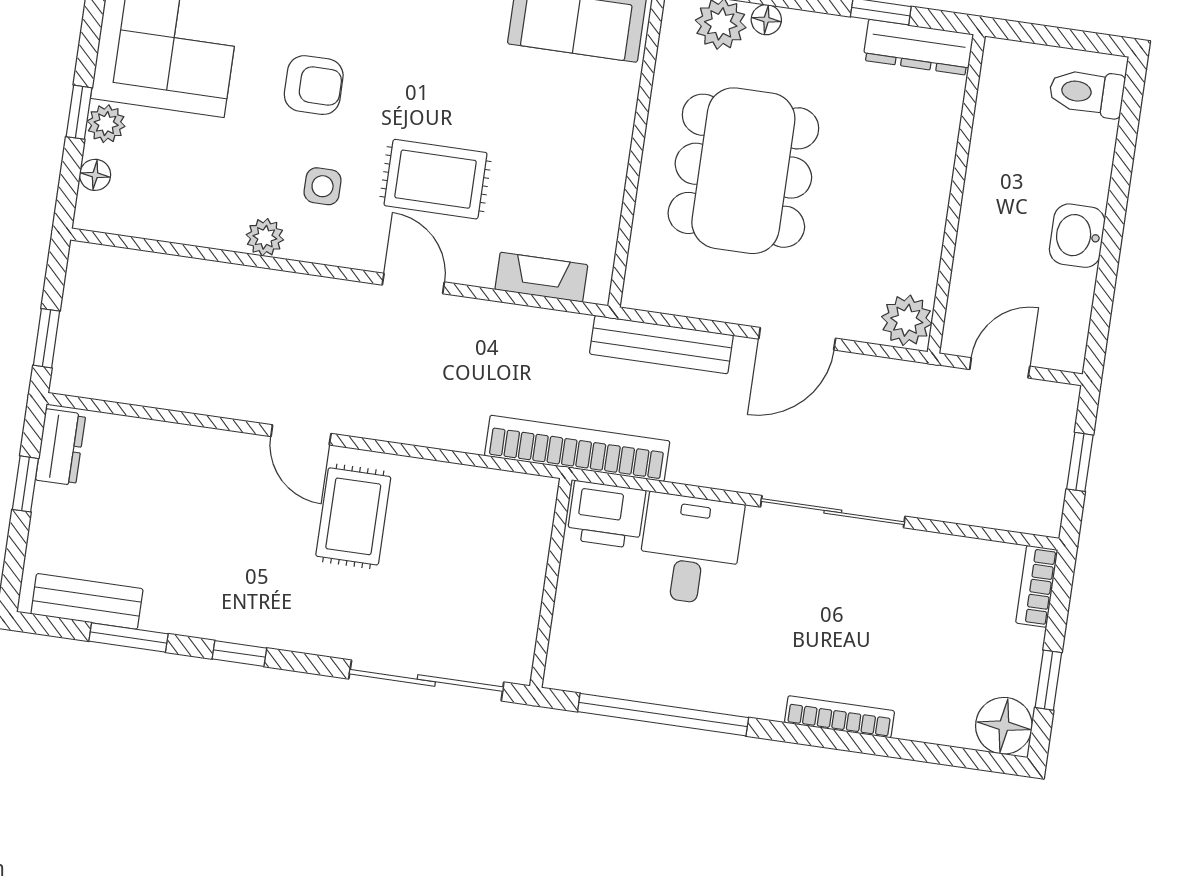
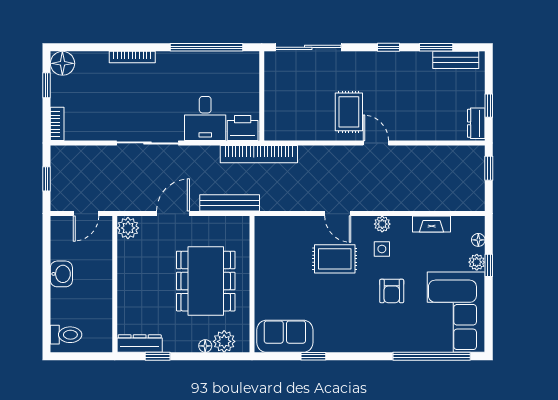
armchair: (314, 85) -> (392, 291), turned -90
plant: (265, 237) -> (382, 224), moved
fireplace: (541, 277) -> (432, 224), moved

